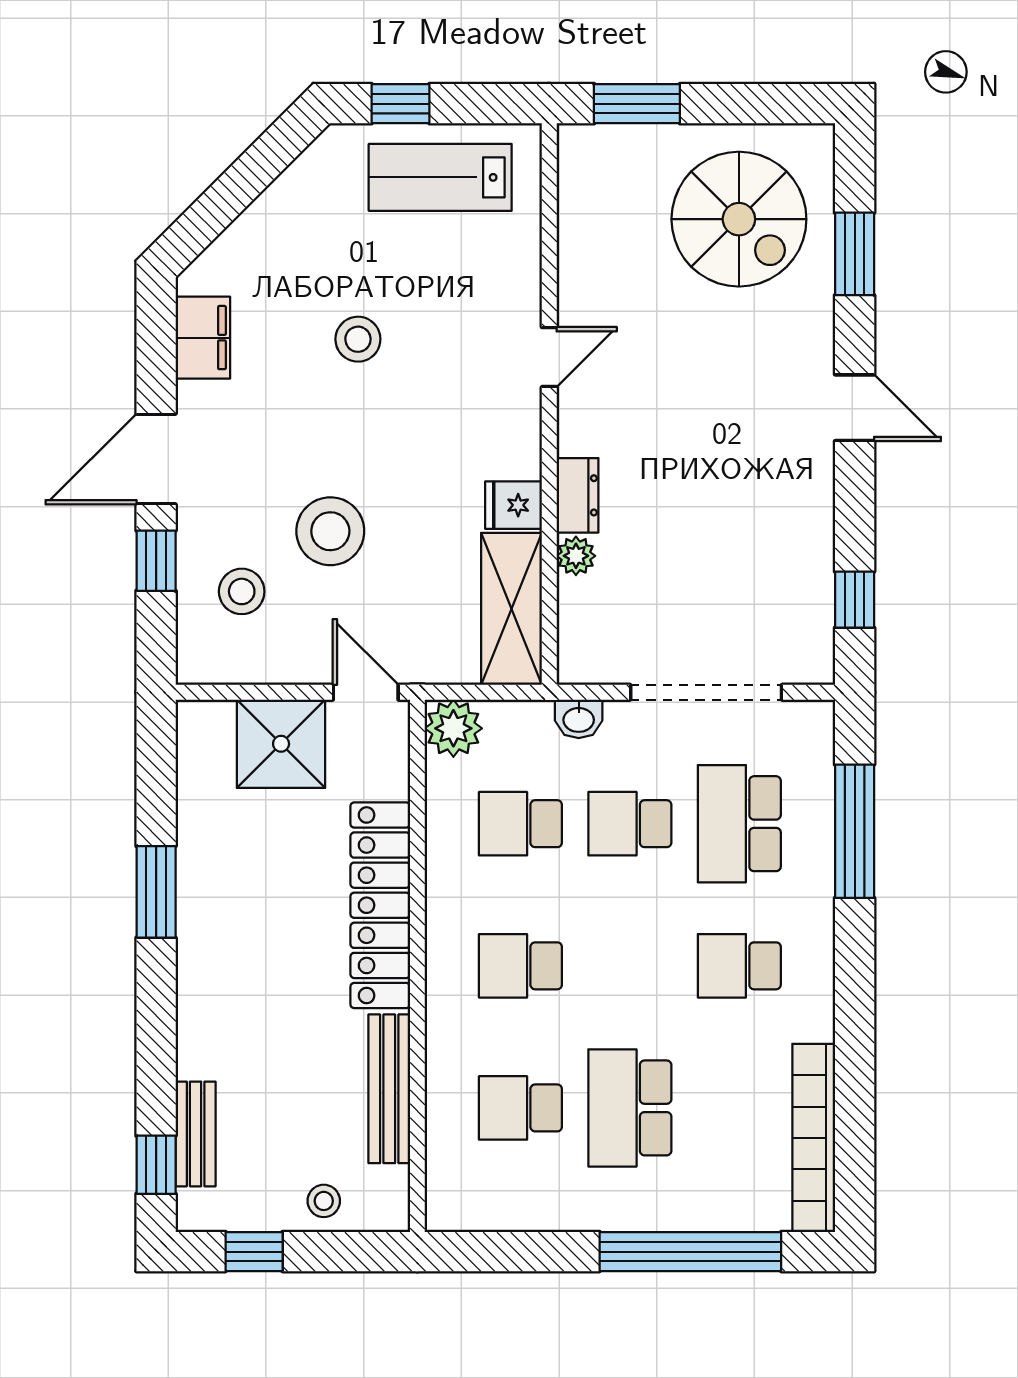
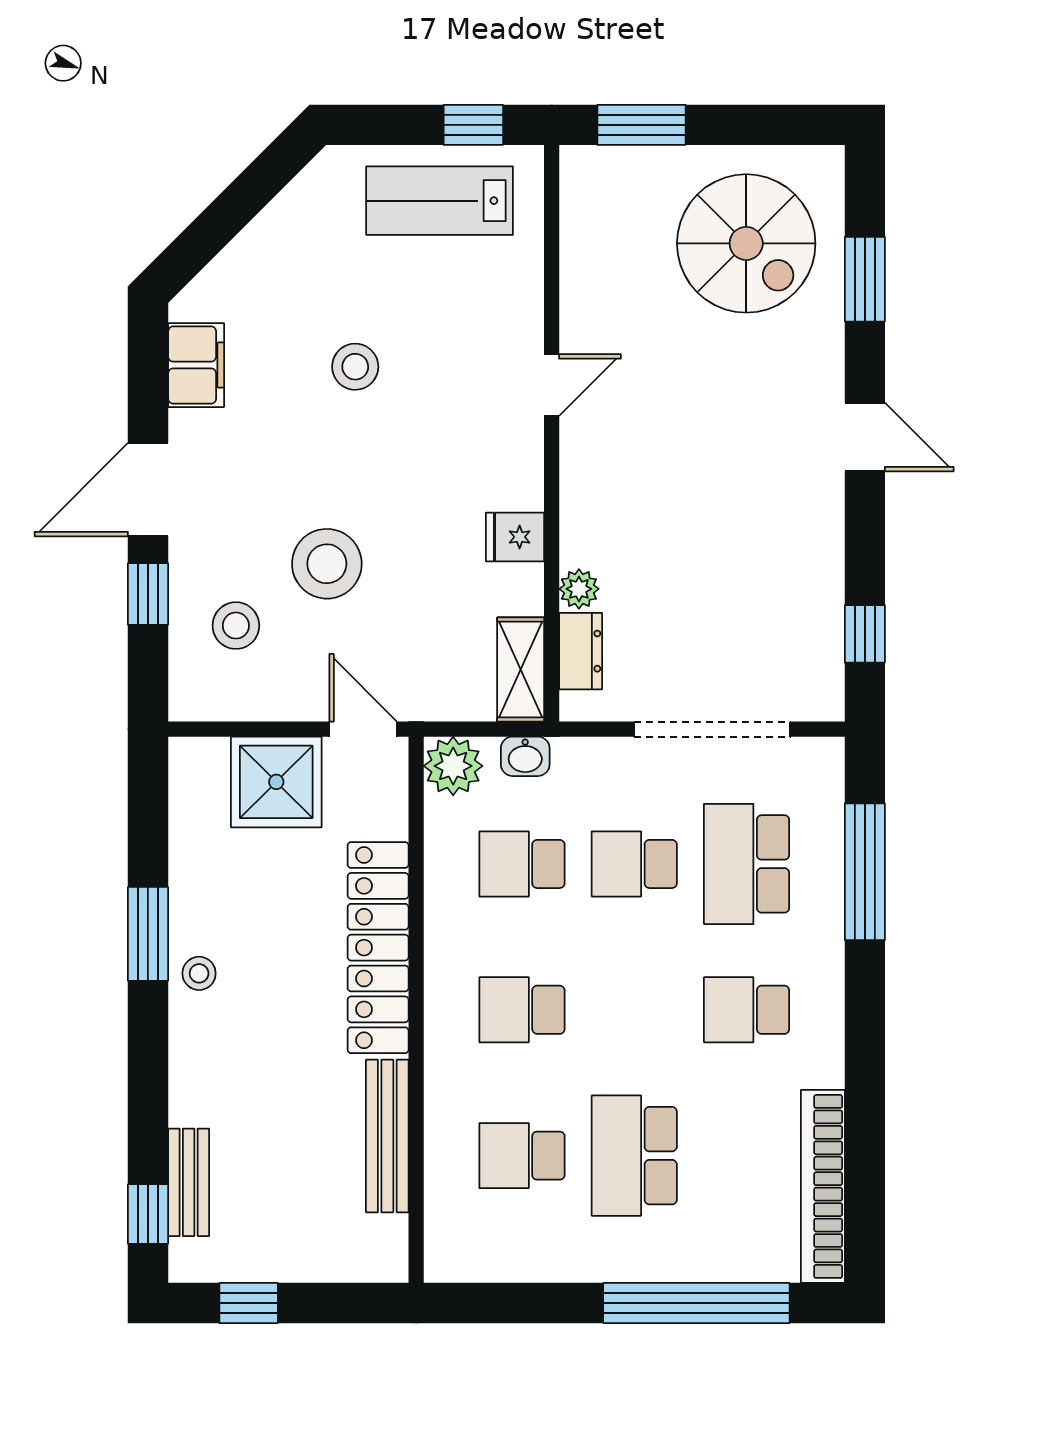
window: (400, 104) -> (473, 125), moved
dresser: (578, 495) -> (581, 651), moved
shelving: (512, 609) -> (521, 669), width x0.67, depth x0.75
washbasin: (579, 719) -> (525, 756), moved
stool: (324, 1201) -> (199, 973), moved

